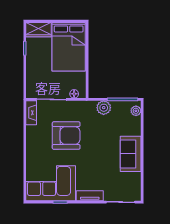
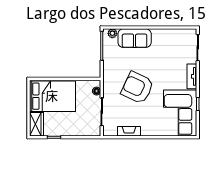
plant: (104, 108) -> (109, 63), removed
fireplace: (31, 113) -> (129, 131), moved
armchair: (66, 136) -> (137, 88), moved, turned -65
sofa: (131, 154) -> (135, 38), moved

